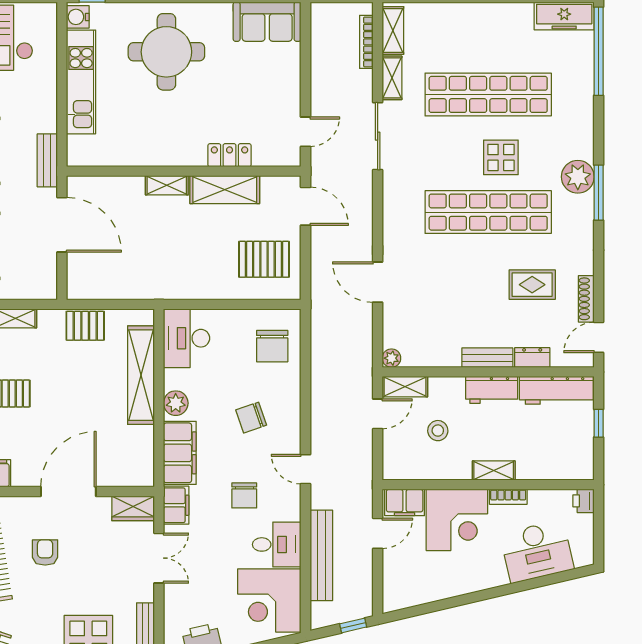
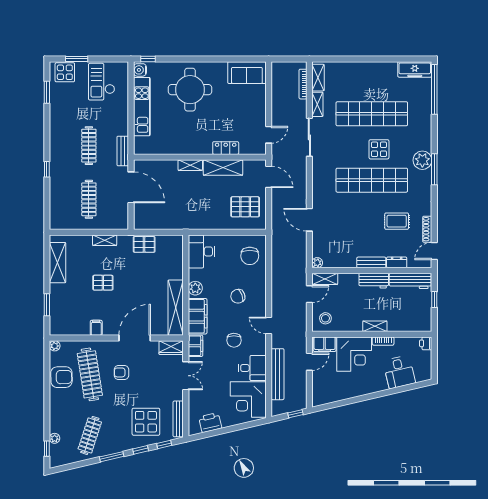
shelving: (141, 375) -> (176, 308), moved
stool: (438, 431) -> (325, 318), moved
desk: (537, 551) -> (399, 372), width x0.73
armchair: (45, 552) -> (121, 372), turned -90

